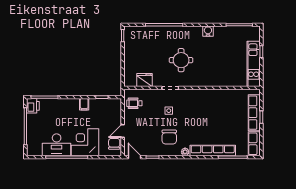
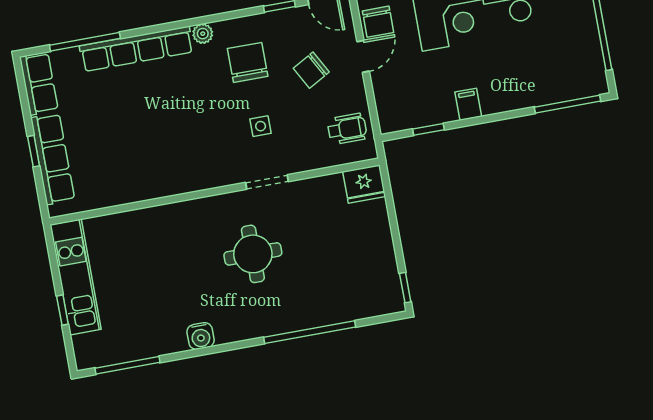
fridge: (144, 80) -> (364, 184), moved
printer: (33, 106) -> (592, 78), removed
chair: (144, 129) -> (311, 70), added

